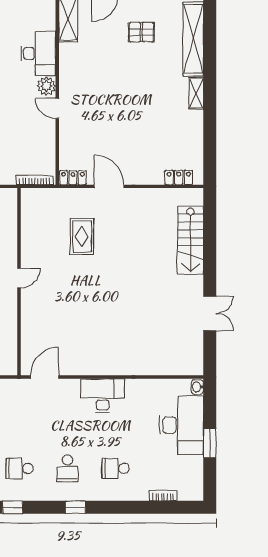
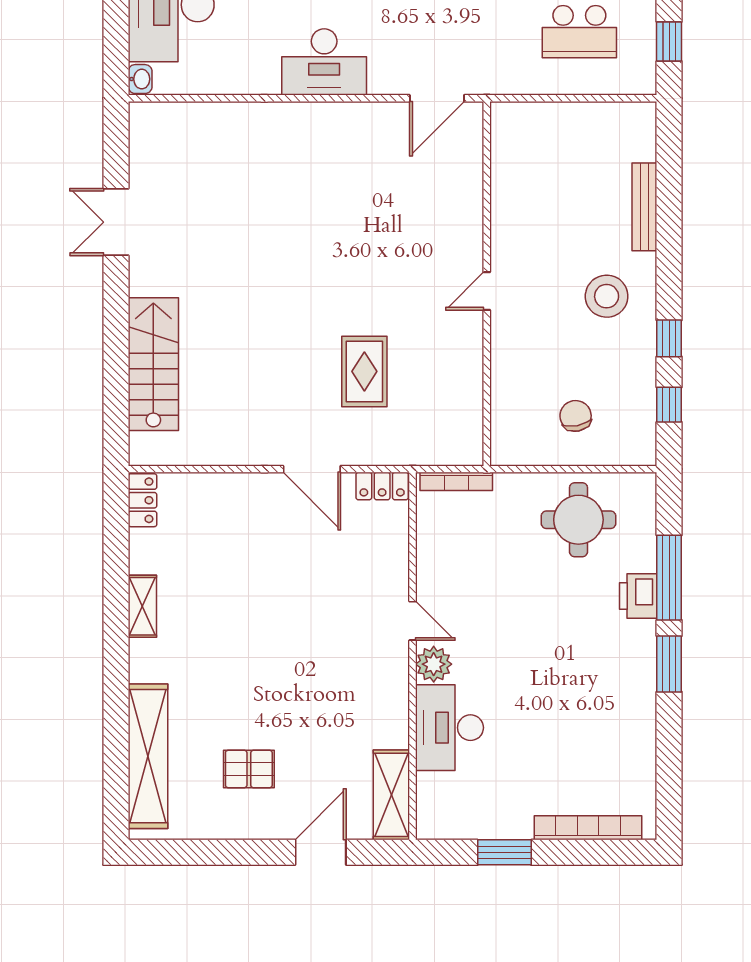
shelving: (196, 93) -> (142, 606), moved
locker: (179, 177) -> (142, 500), moved, turned -90

